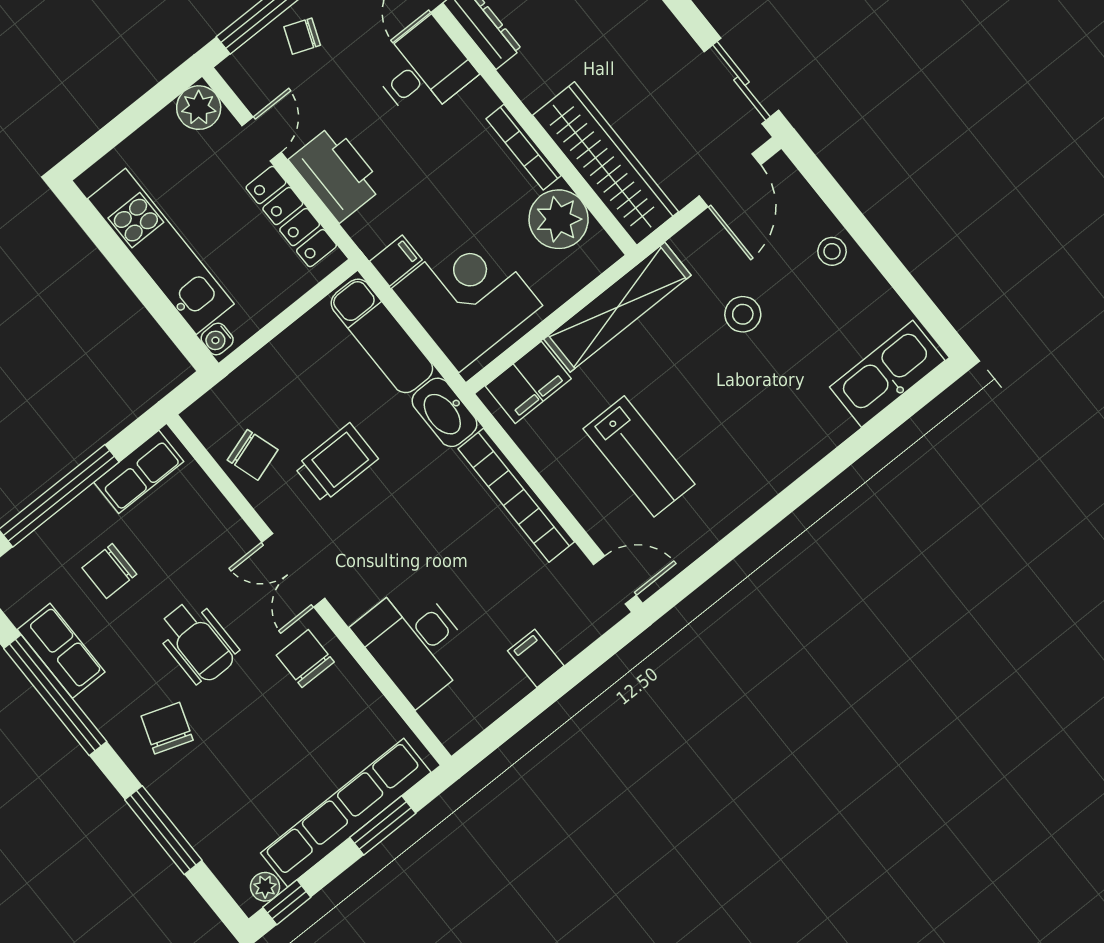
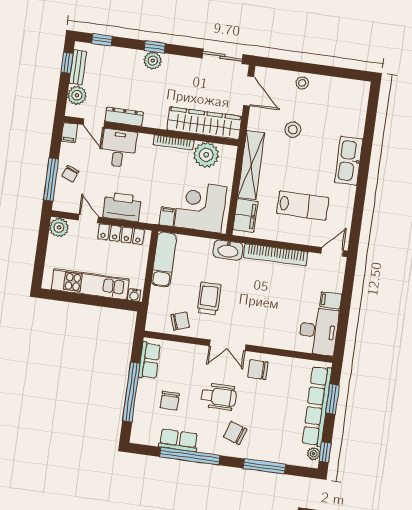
exam couch: (382, 336) -> (164, 259), moved, turned -90
kitchen sink: (887, 374) -> (349, 161), moved
desk: (415, 643) -> (318, 331), moved, turned -90

